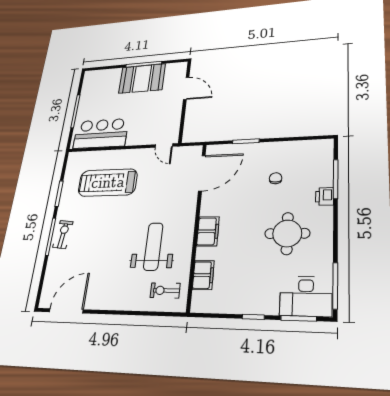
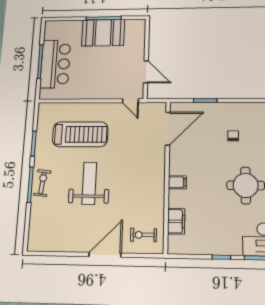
door: (186, 88) -> (146, 72), moved
bar counter: (101, 134) -> (55, 64), moved, turned 90
treadmill: (108, 183) -> (80, 134), turned 180
filing cabinet: (208, 231) -> (177, 182), width x0.50
weight bench: (153, 246) -> (89, 183), moved
door: (66, 311) -> (105, 255), moved

